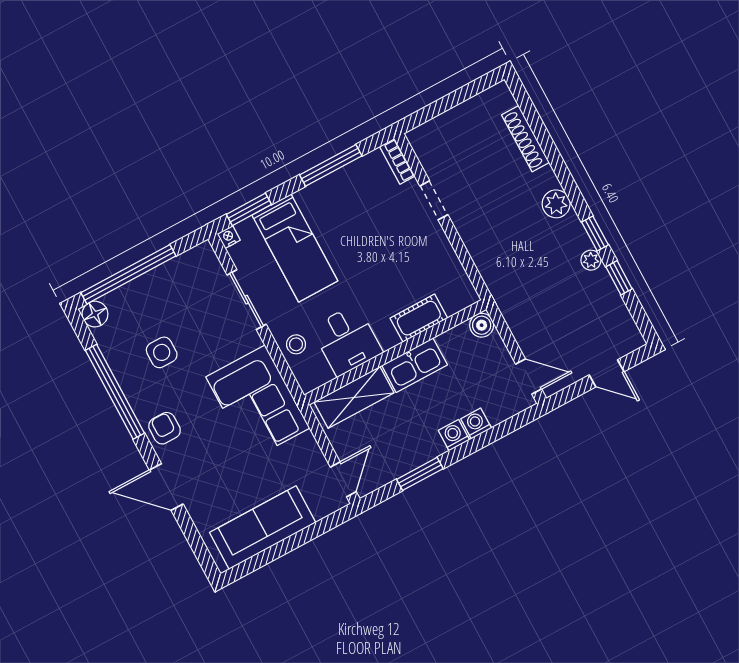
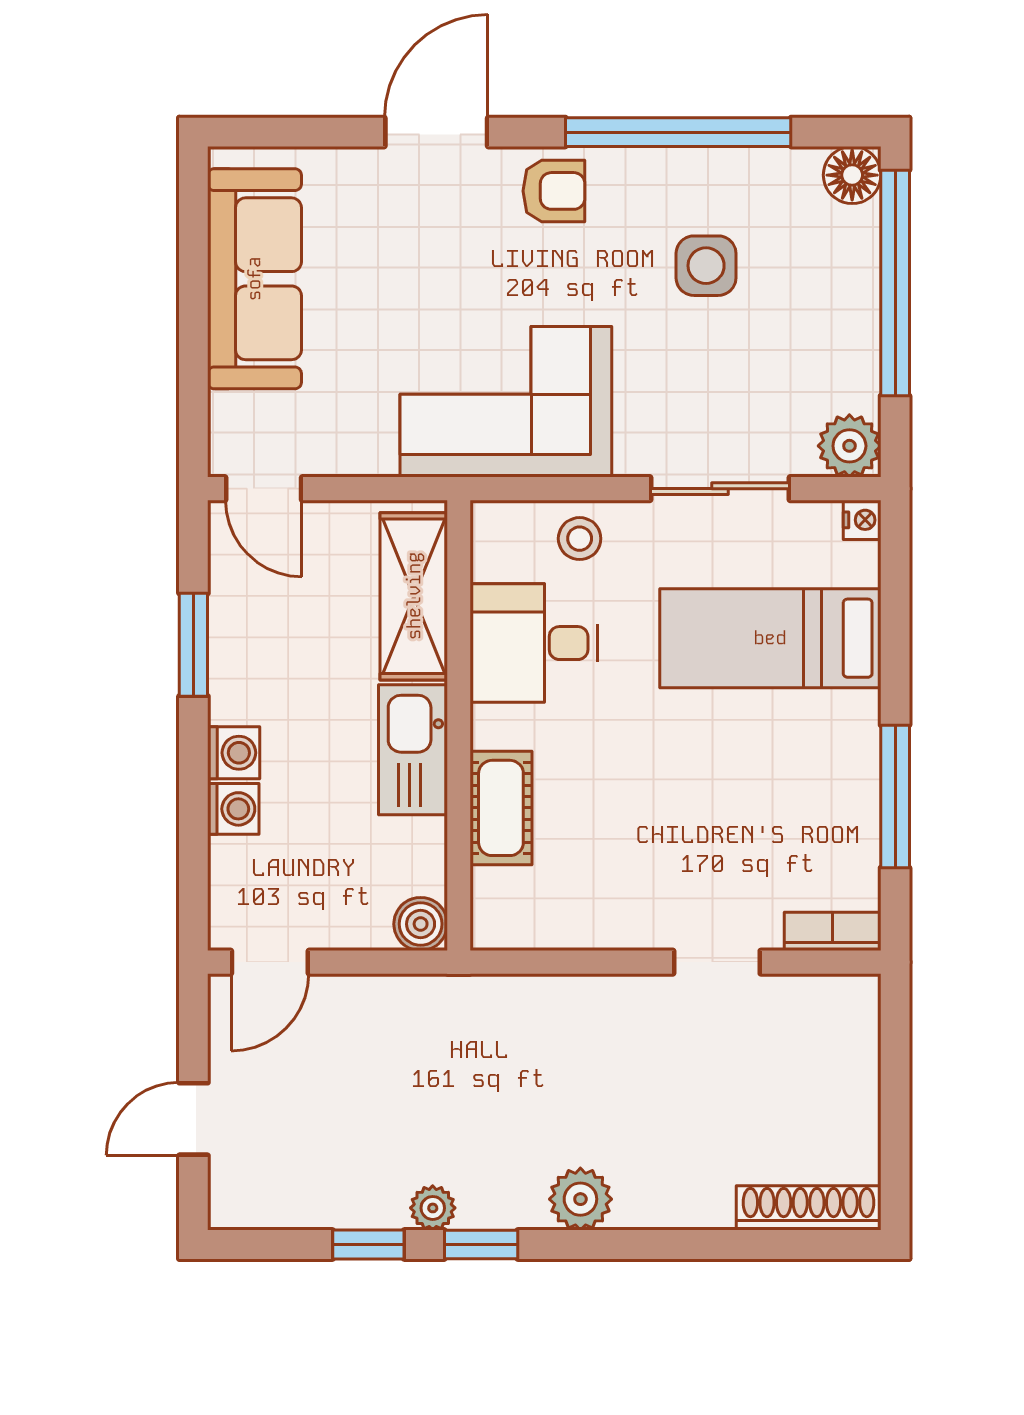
shoe rack: (525, 139) -> (809, 1208), moved
window: (249, 209) -> (895, 589), removed
plant: (202, 258) -> (849, 446), added

